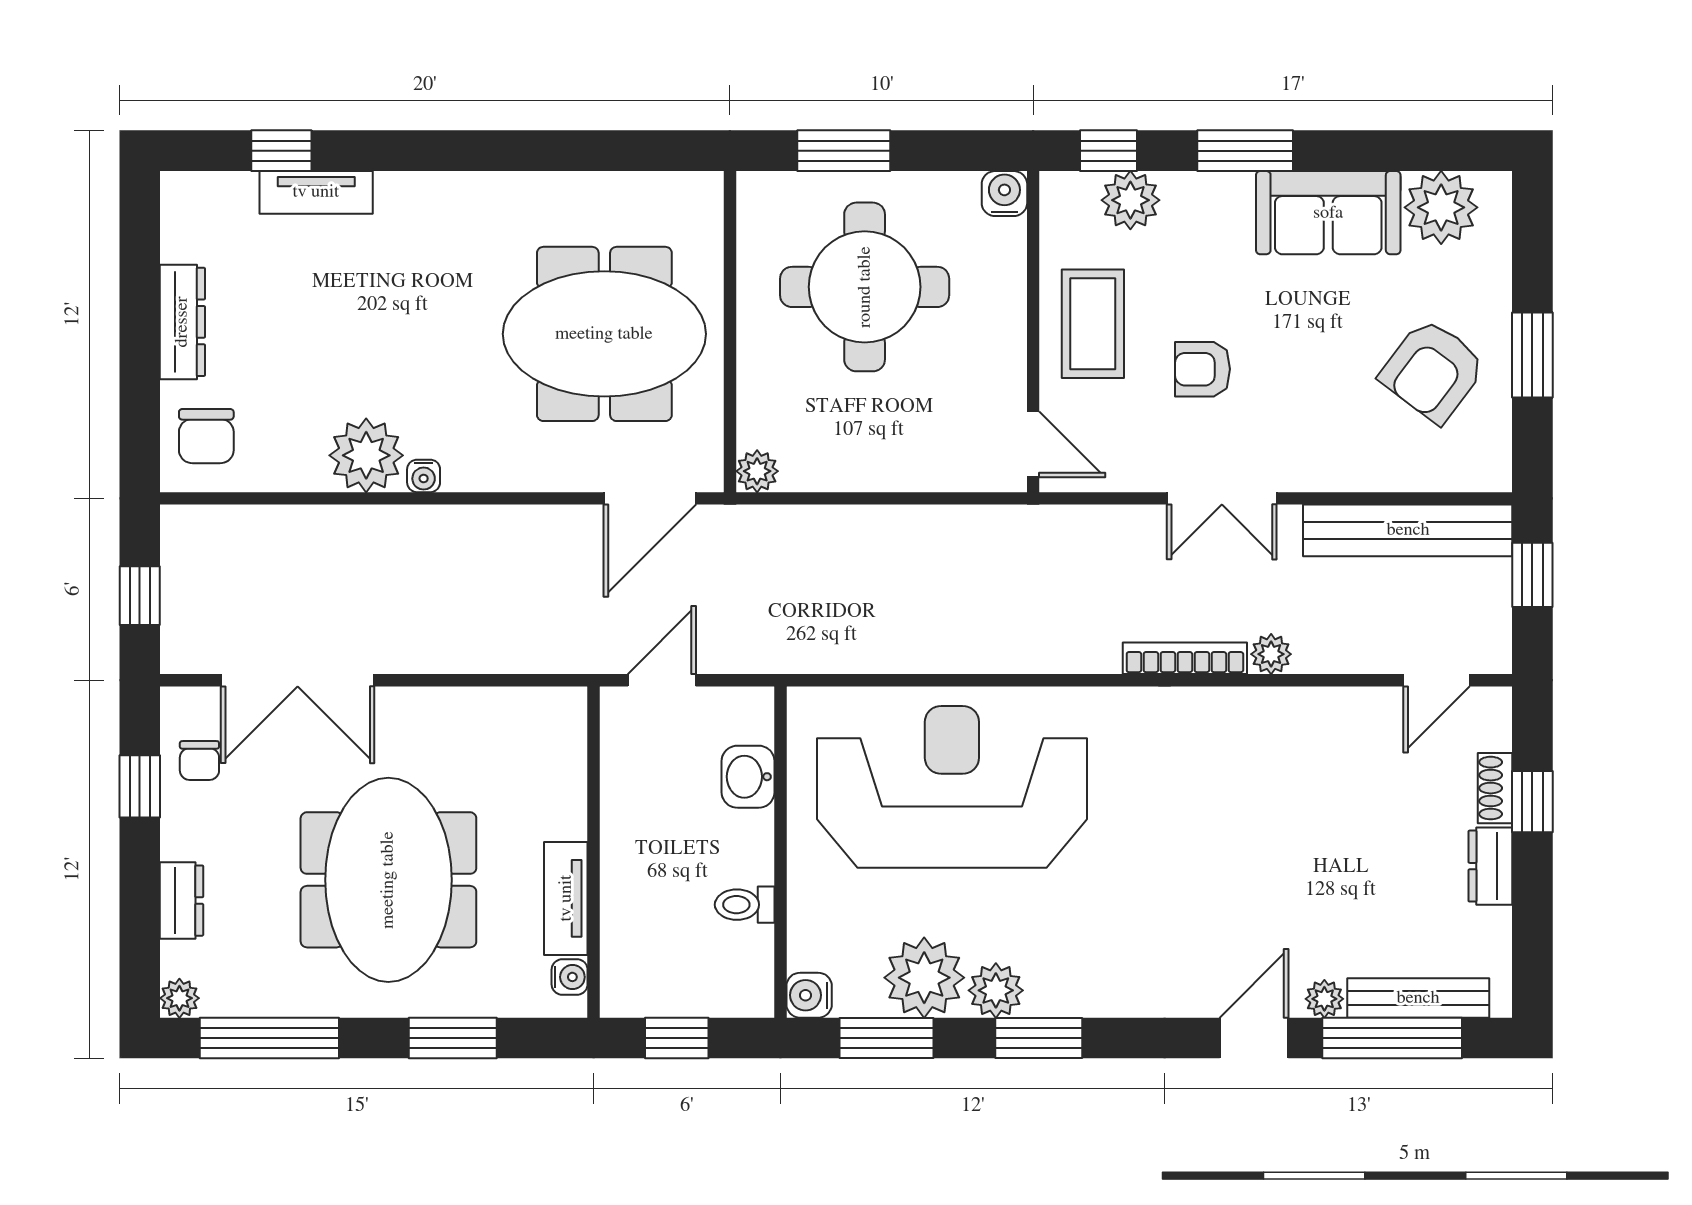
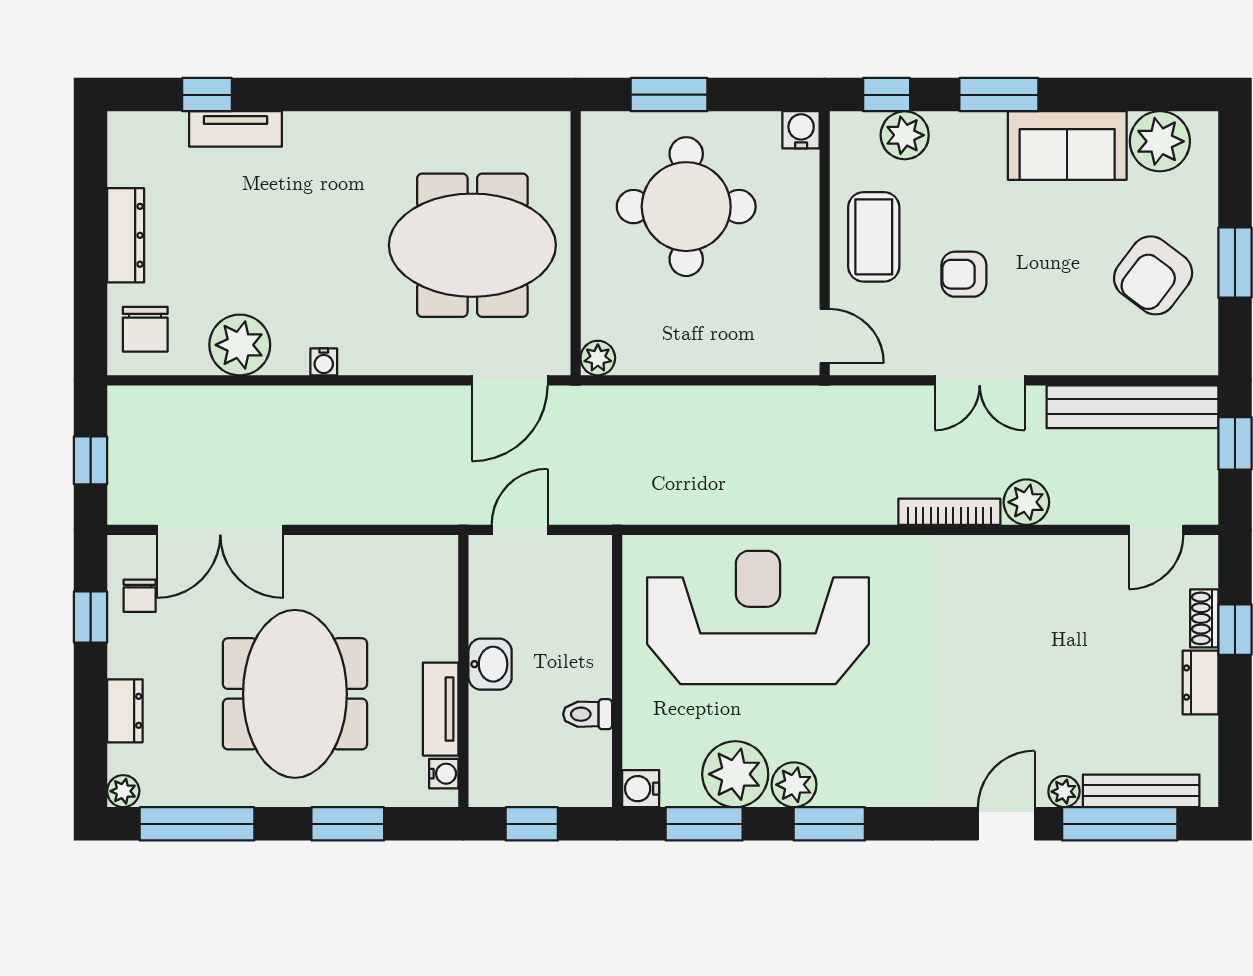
plant: (366, 455) -> (240, 345), moved
plant: (1271, 654) -> (1026, 502), width x1.38, depth x1.38
washbasin: (748, 777) -> (490, 664), moved, turned 180

